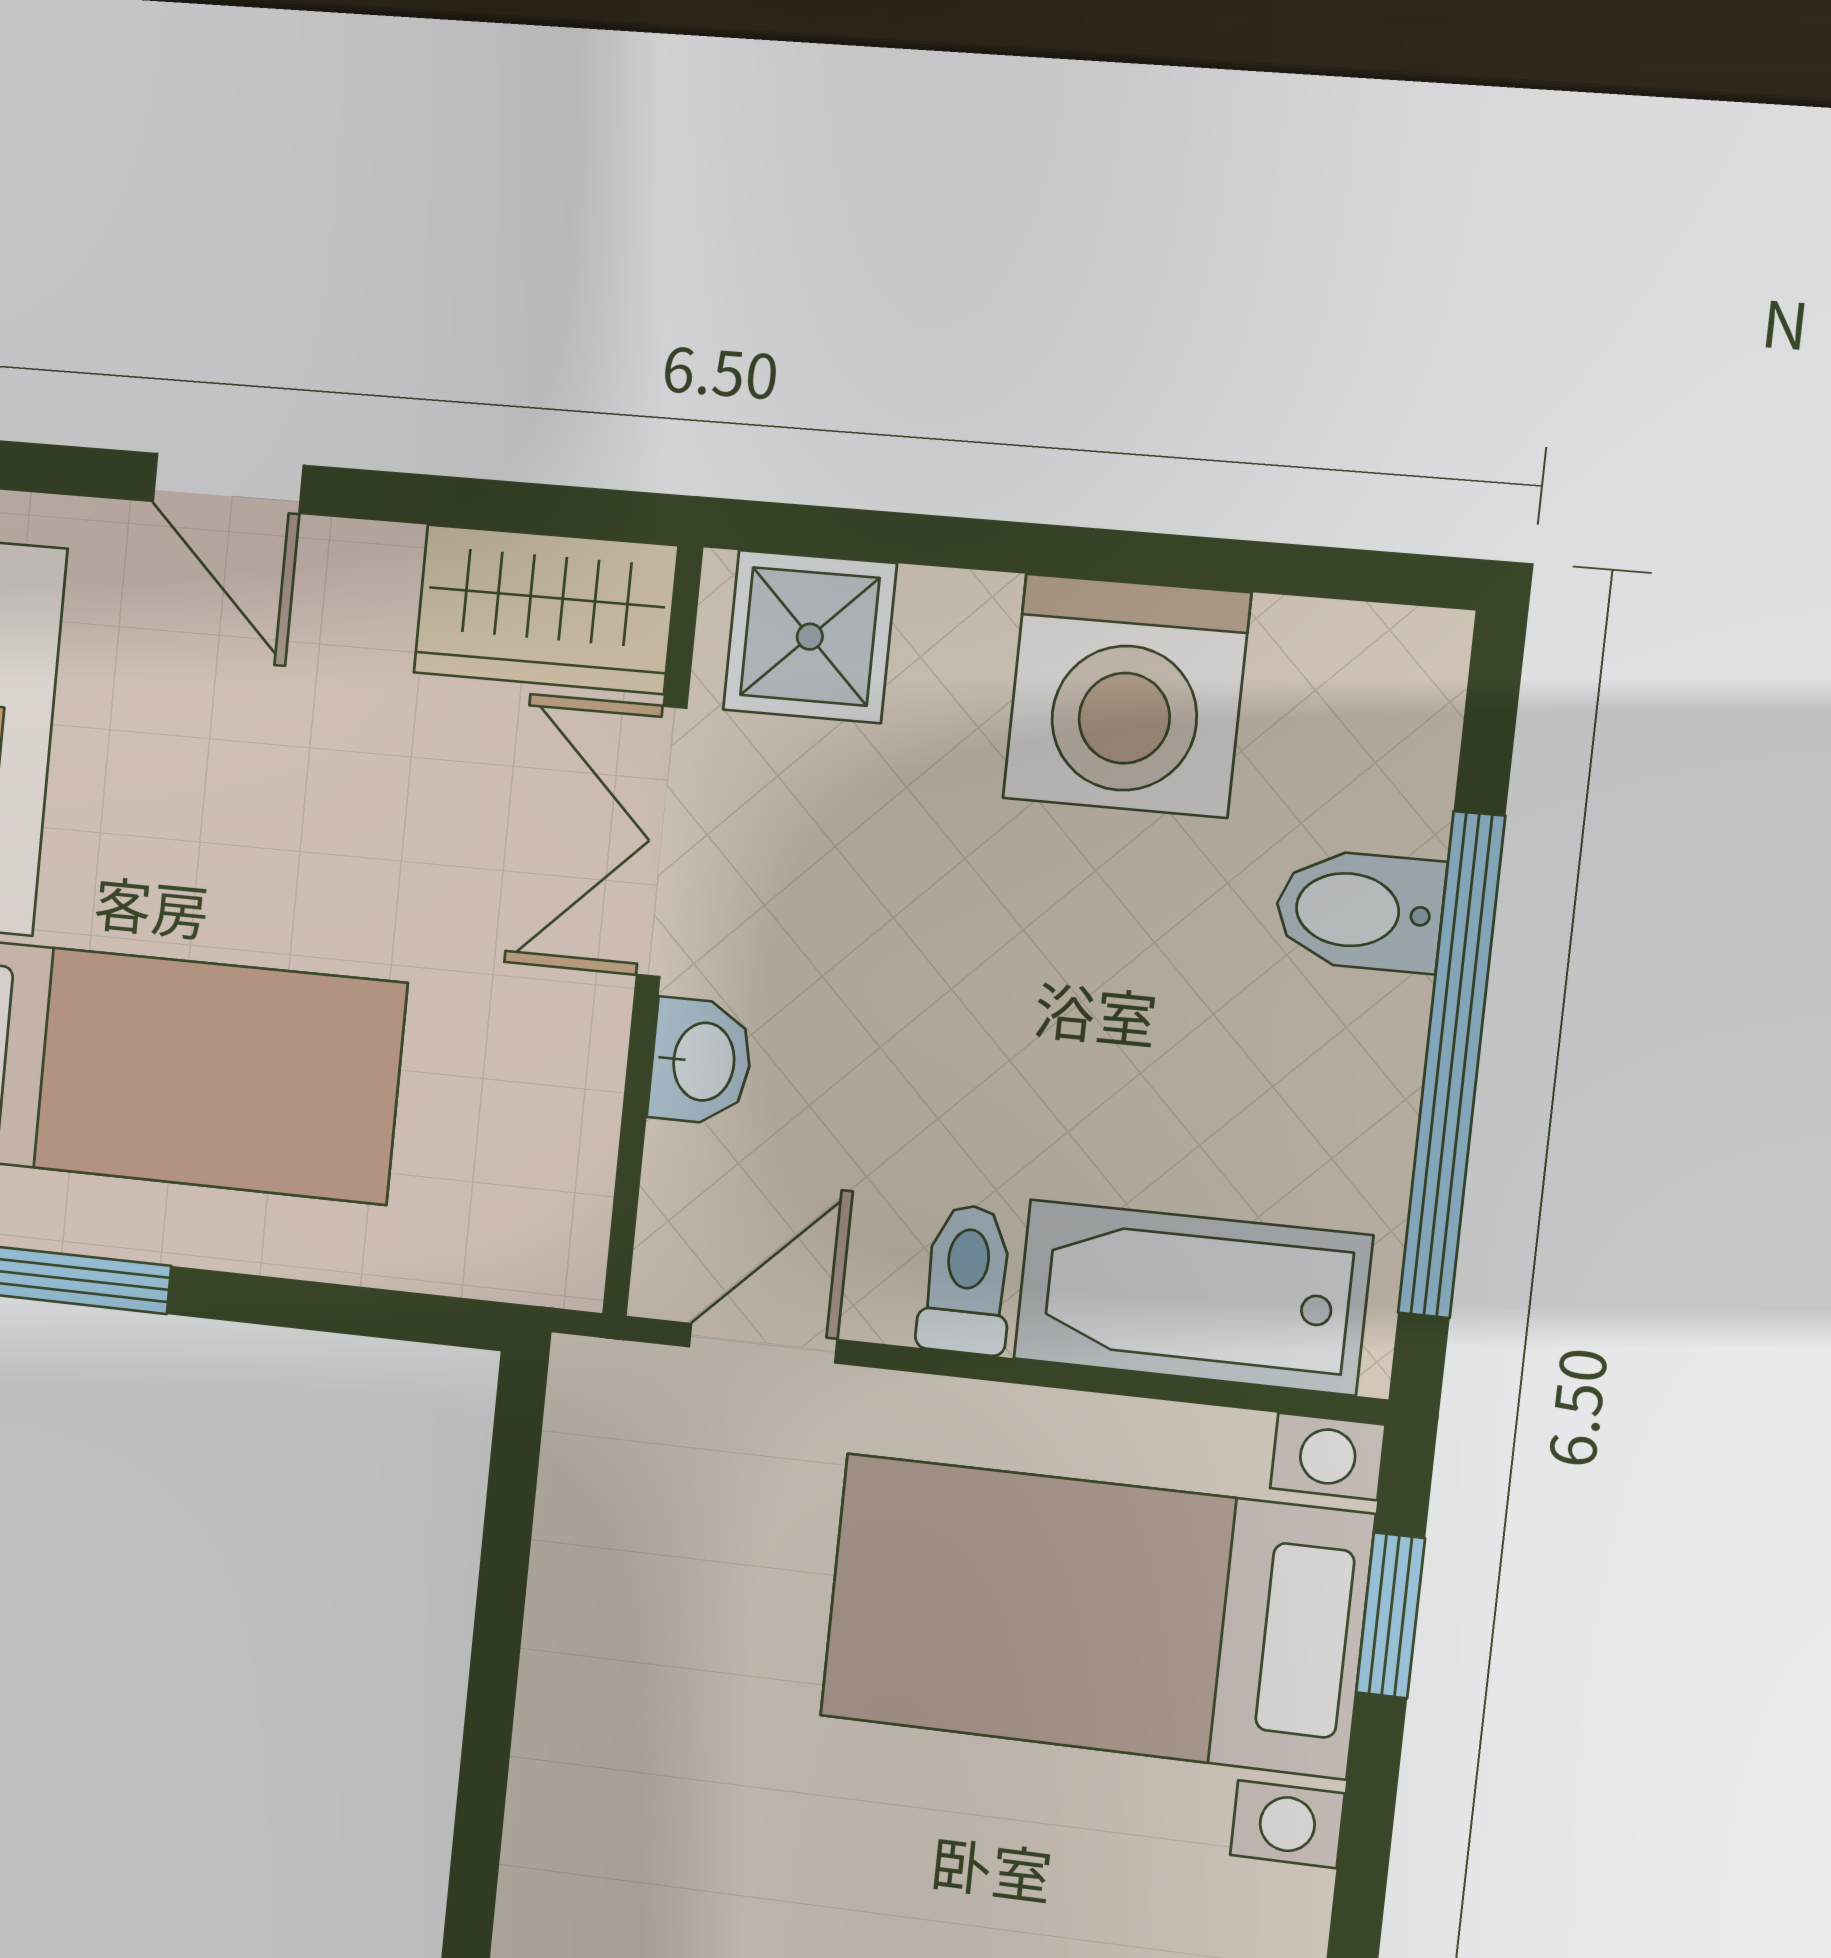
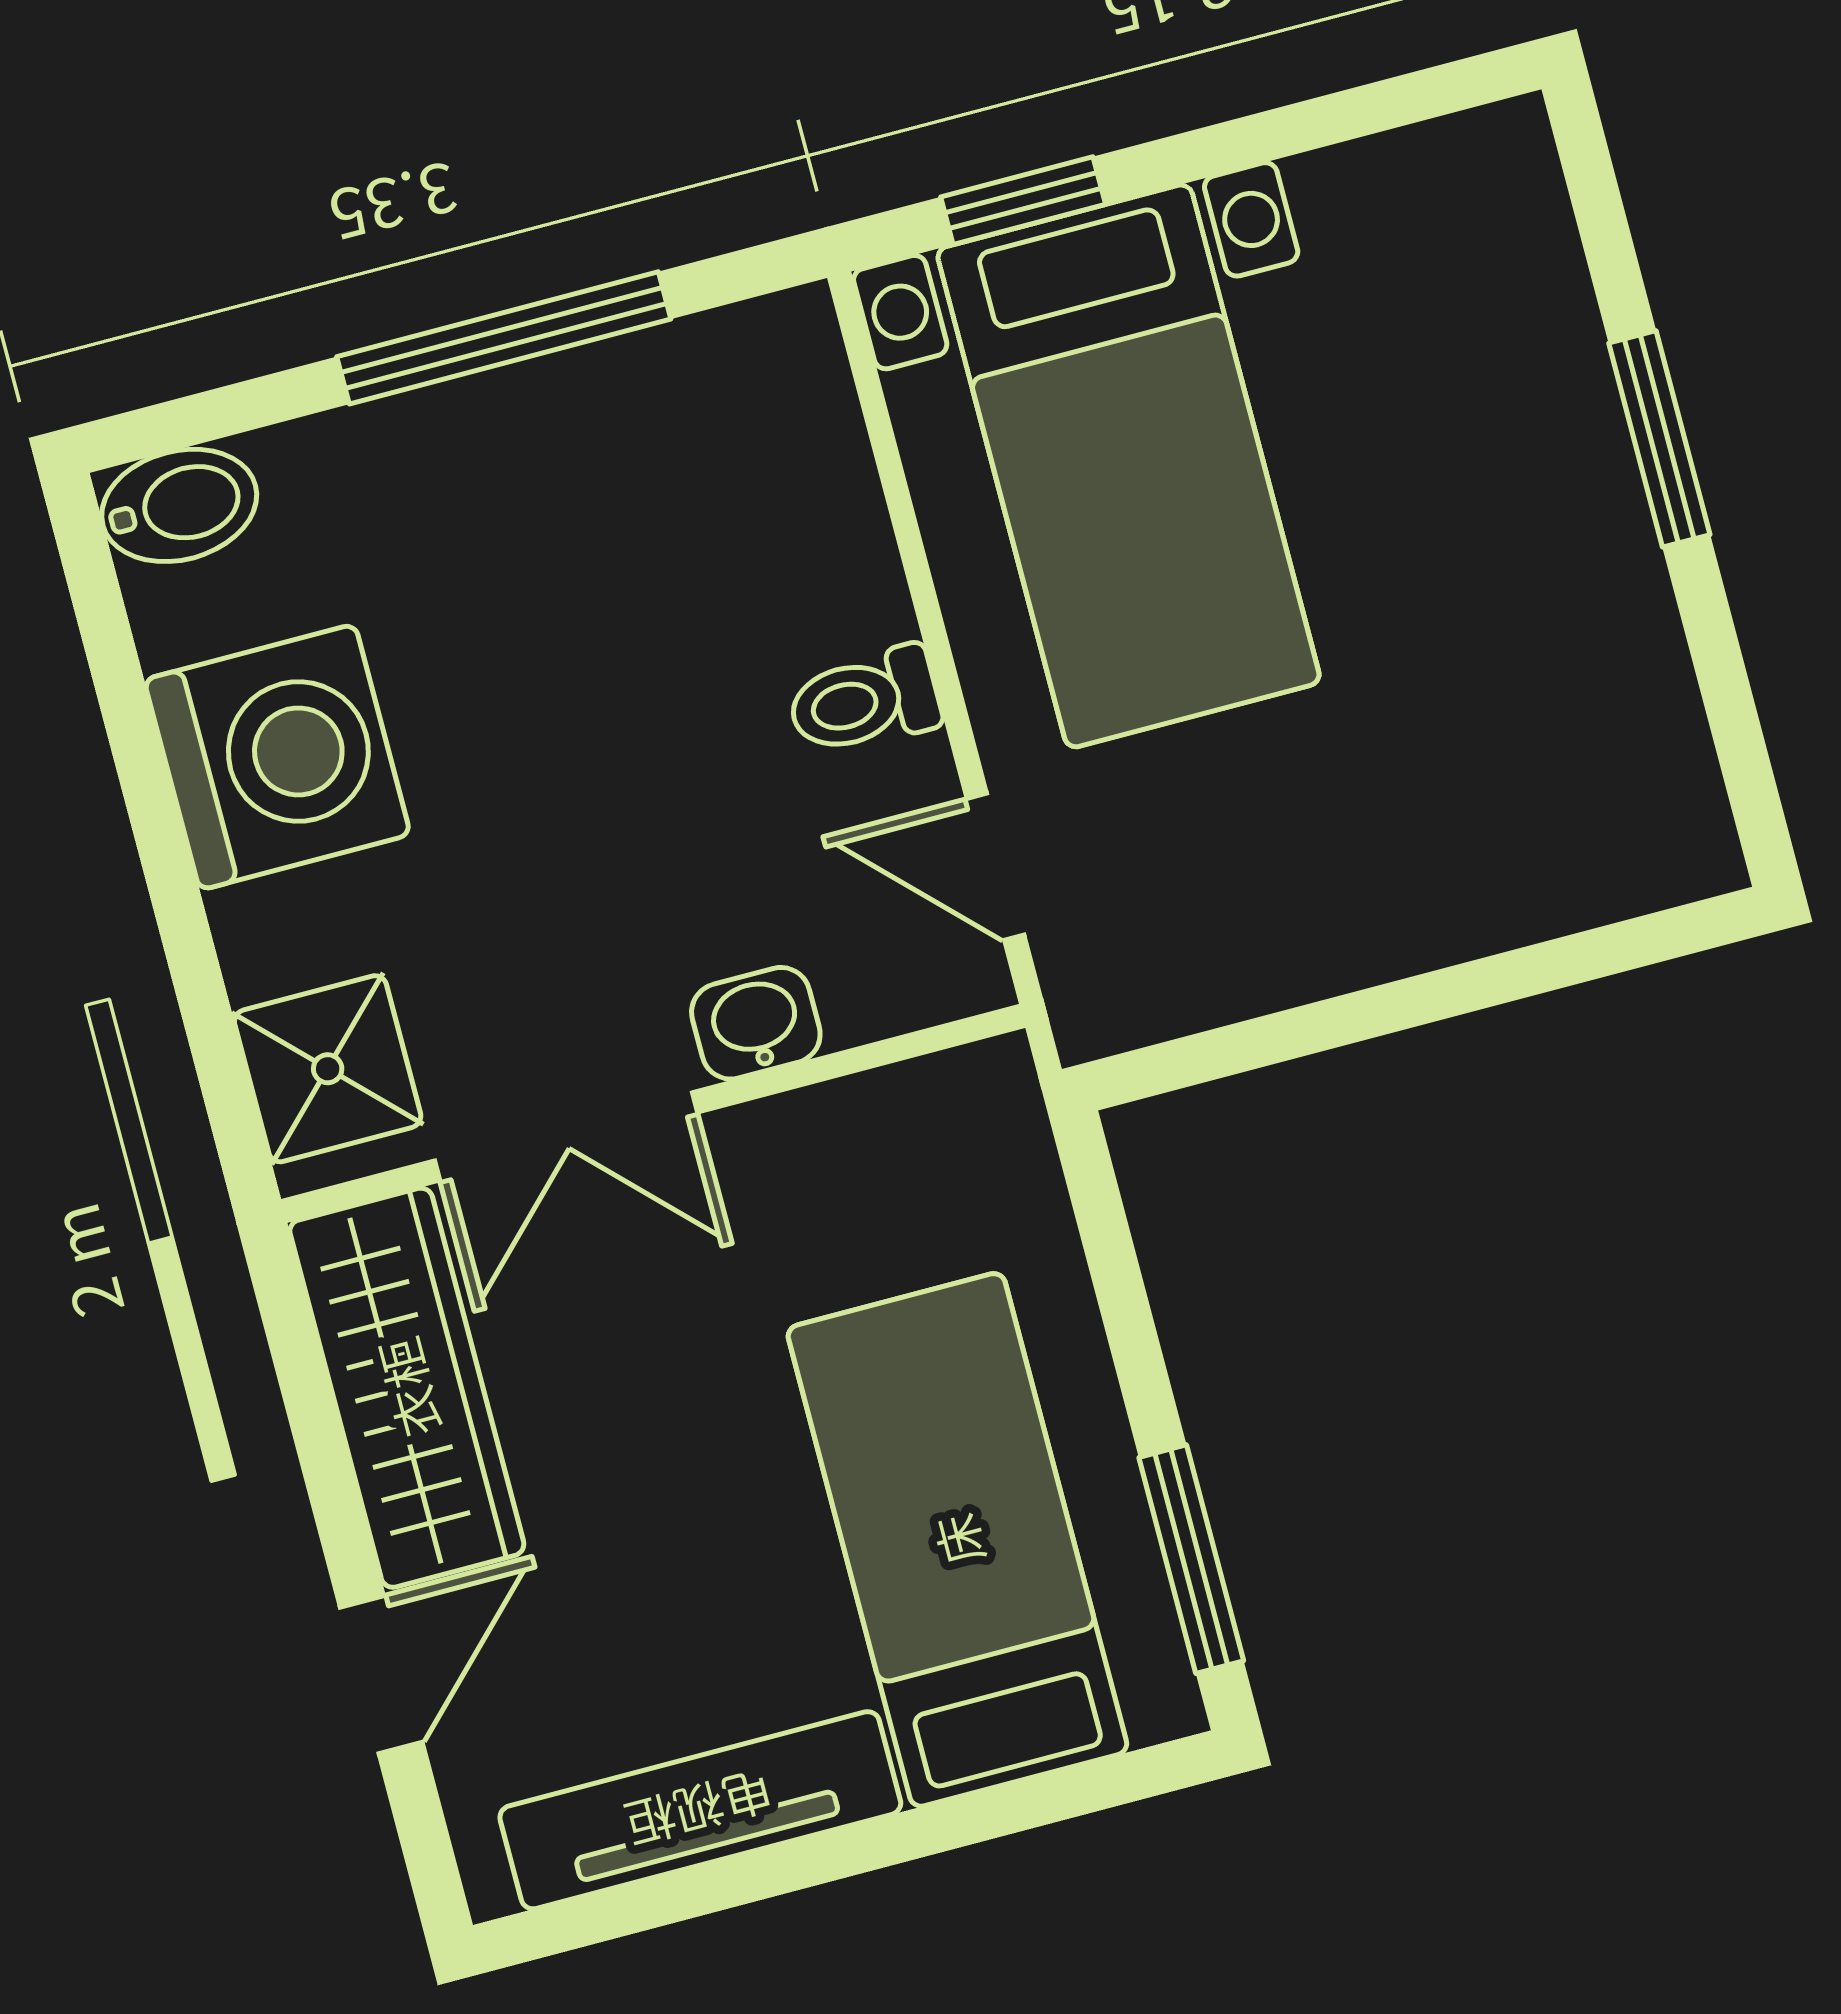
wardrobe: (546, 609) -> (407, 1388), width x1.50
bidet: (1359, 911) -> (179, 505), moved, turned -90
window: (1452, 1065) -> (504, 338), width x0.68
bathtub: (1192, 1297) -> (802, 489), removed

